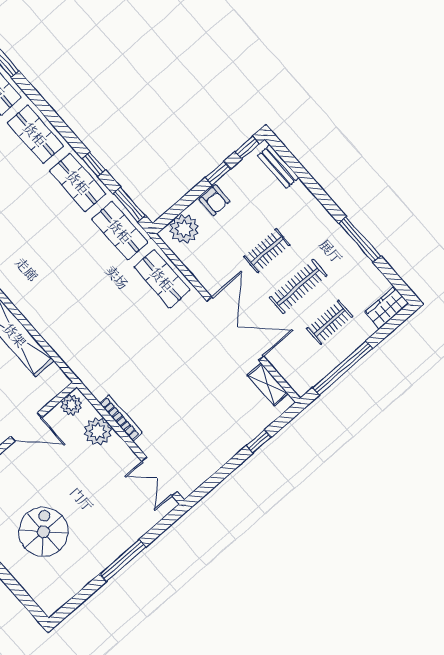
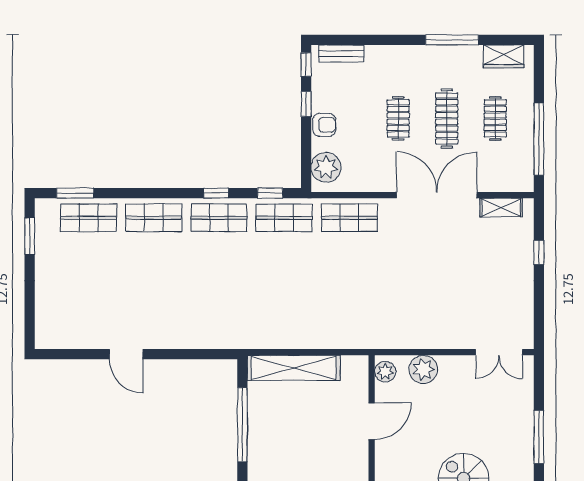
window: (129, 204) -> (270, 193), width x0.67
wardrobe: (387, 308) -> (504, 56), moved, turned -90
bookcase: (121, 418) -> (428, 343), removed

